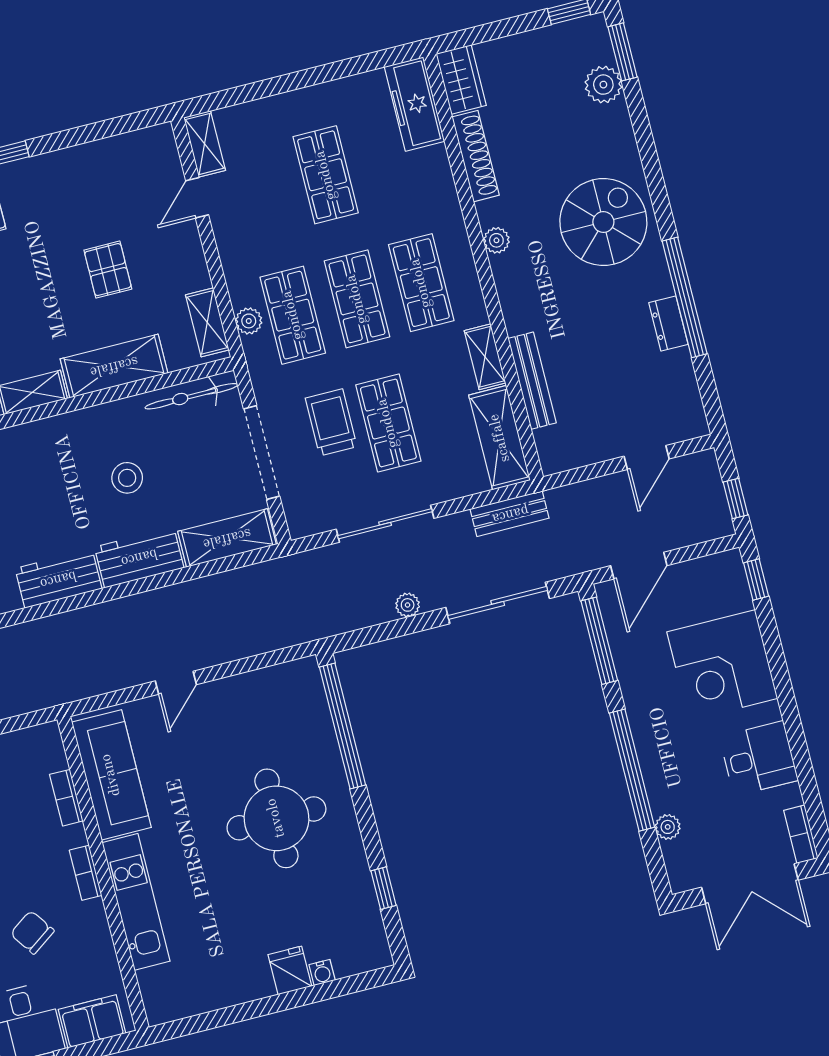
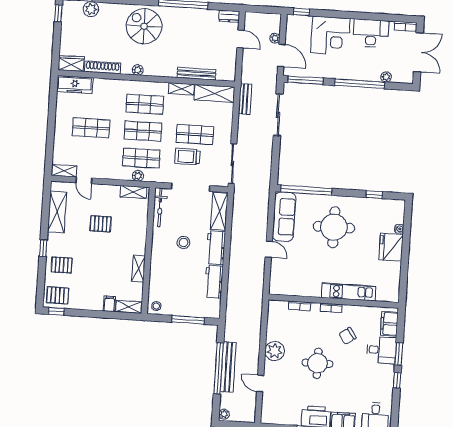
dresser: (668, 324) -> (229, 16), moved
shelving: (114, 366) -> (57, 212), moved
window: (736, 499) -> (268, 10), removed
sliding door: (385, 524) -> (233, 164), moved
plant: (408, 605) -> (275, 38), moved
desk: (759, 759) -> (371, 33), width x1.37
sofa: (111, 775) -> (284, 217), moved, turned 90
fridge: (290, 970) -> (391, 247), width x1.88, depth x1.34

